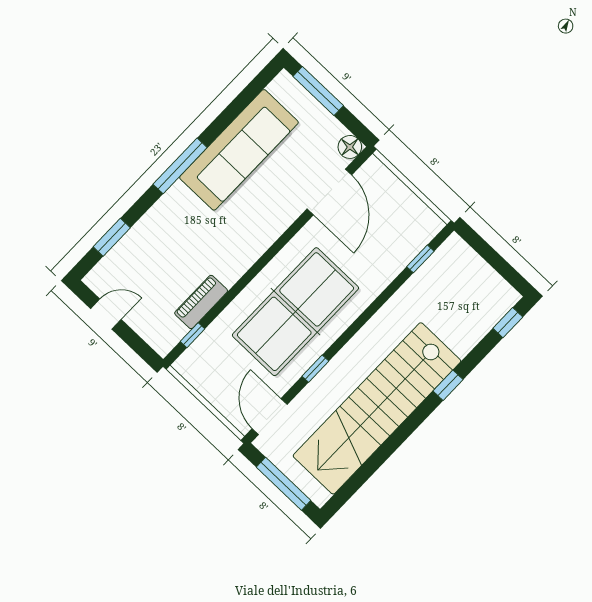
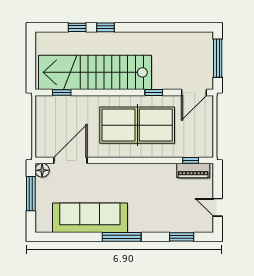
window: (318, 91) -> (31, 194), moved
piano: (201, 302) -> (193, 171), moved
window: (508, 323) -> (77, 27), moved
stairs: (377, 408) -> (95, 72), moved, turned 180

